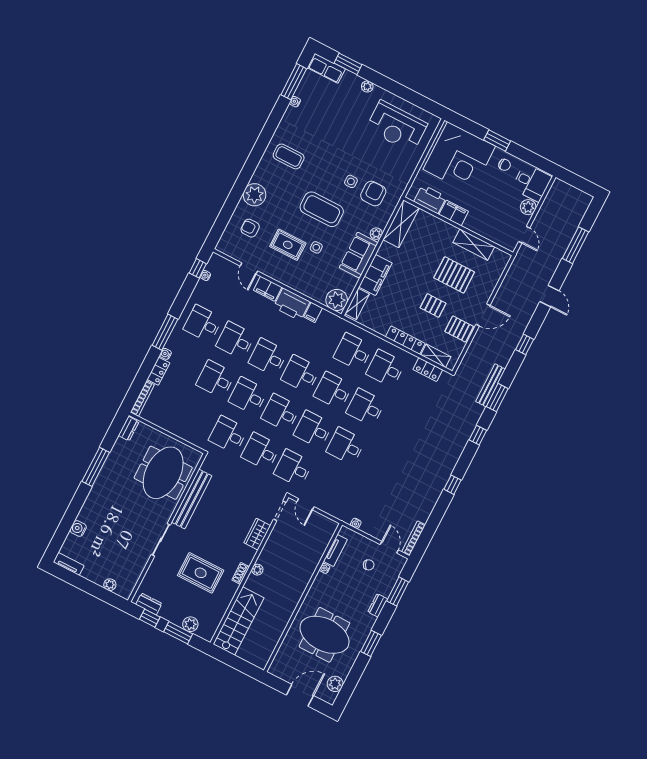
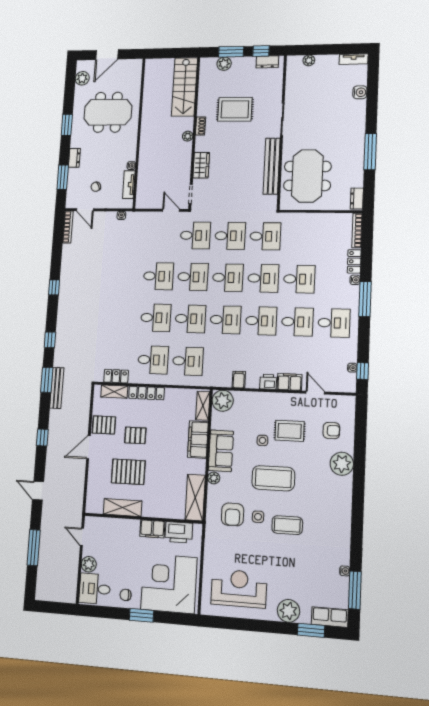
plant: (367, 86) -> (288, 611), width x1.87, depth x1.87
coffee table: (289, 156) -> (287, 525), moved
printer: (292, 304) -> (268, 382), width x0.53, depth x0.68

